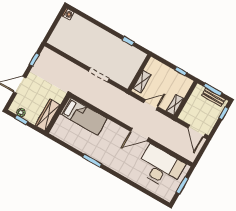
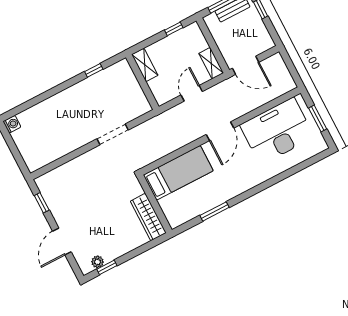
shelving: (142, 82) -> (145, 65), moved
wall: (57, 114) -> (155, 204), moved
wardrobe: (48, 115) -> (148, 217), moved
bed: (84, 116) -> (178, 173), moved
door: (196, 131) -> (246, 65), moved

